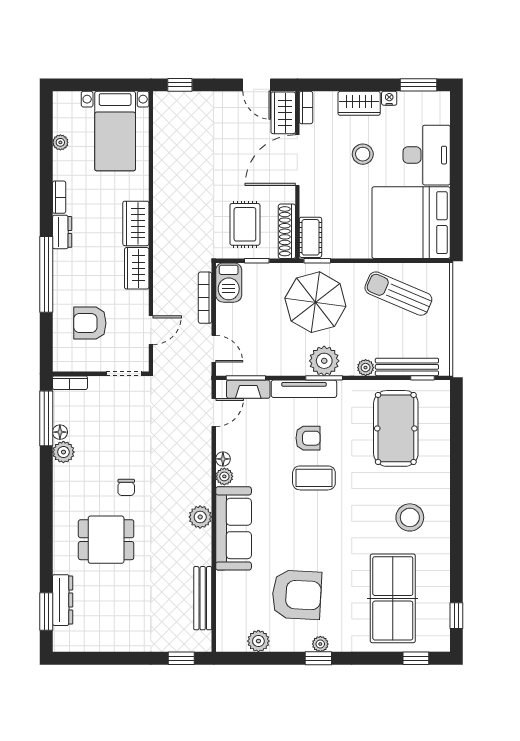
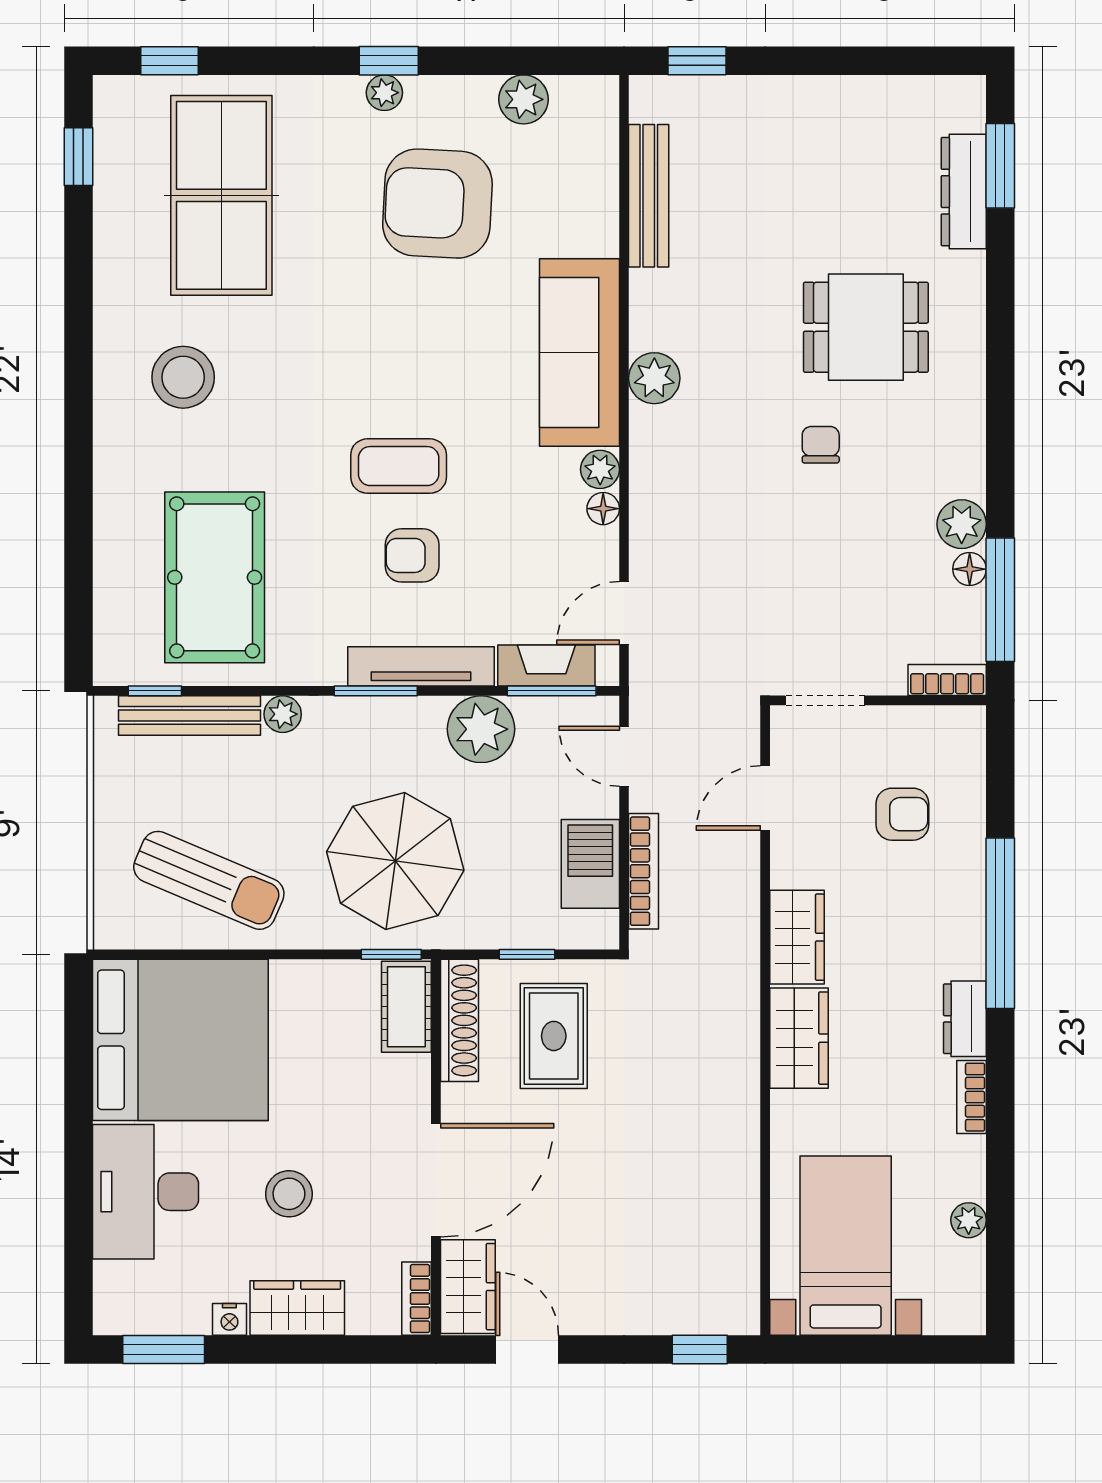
barbecue: (229, 283) -> (590, 864), moved
armchair: (90, 323) -> (902, 814), width x0.72, depth x0.72
plant: (324, 361) -> (481, 729), moved

